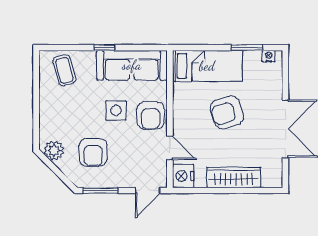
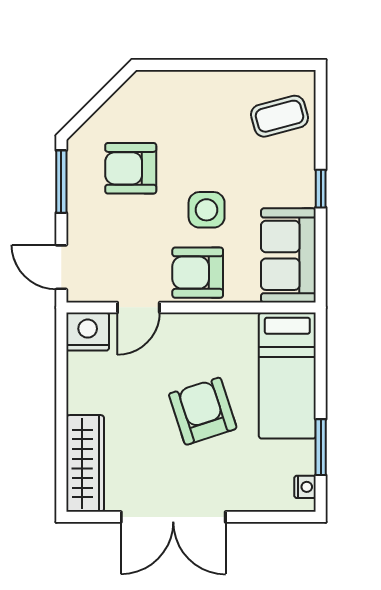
sofa: (132, 65) -> (288, 255), width x0.73
plant: (54, 150) -> (134, 97), removed
wardrobe: (234, 177) -> (85, 463), moved

